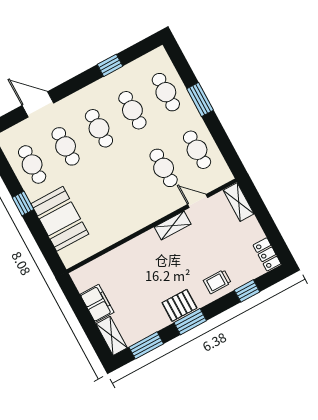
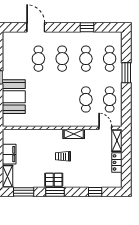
cafe table: (32, 164) -> (15, 59), removed
door: (198, 201) -> (105, 128), moved
locker: (267, 254) -> (117, 162), moved
trolley: (217, 282) -> (63, 156), moved

